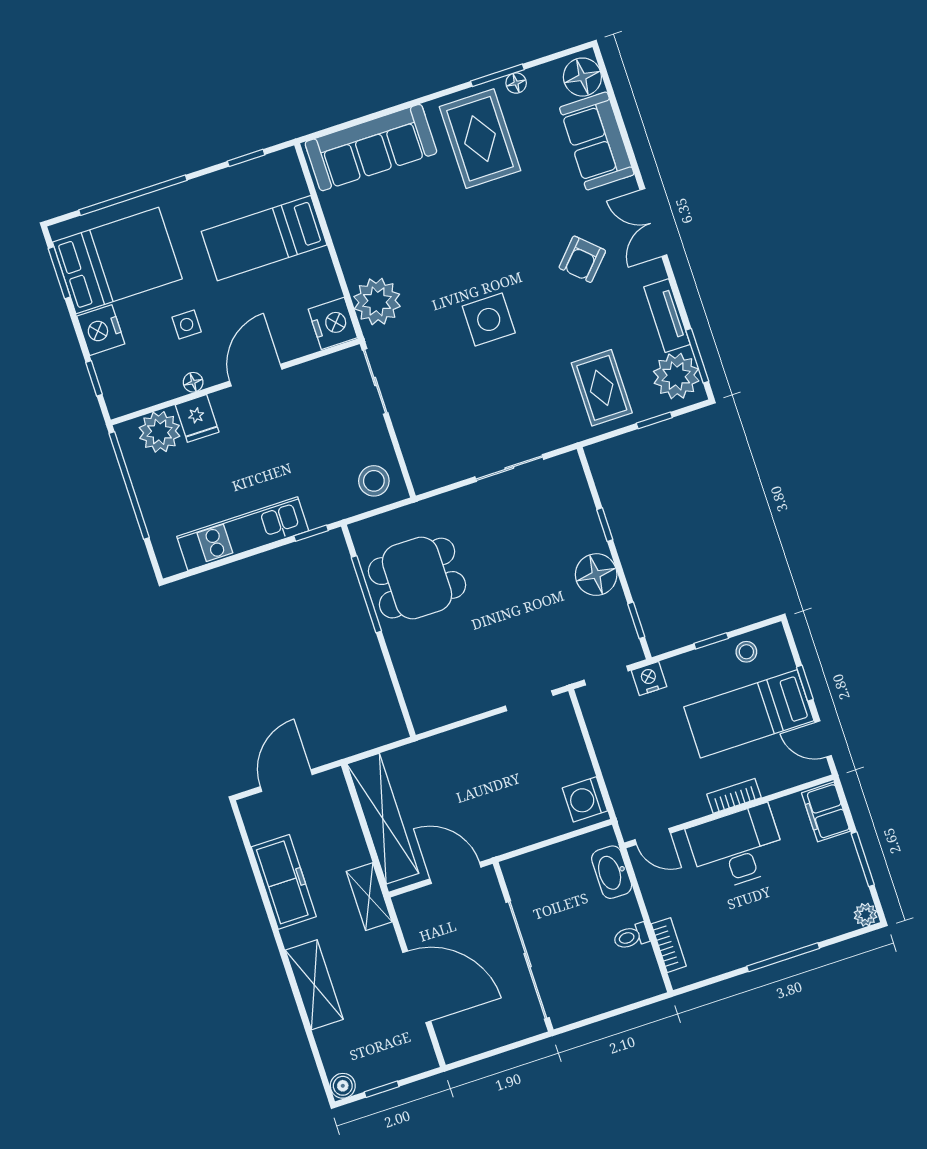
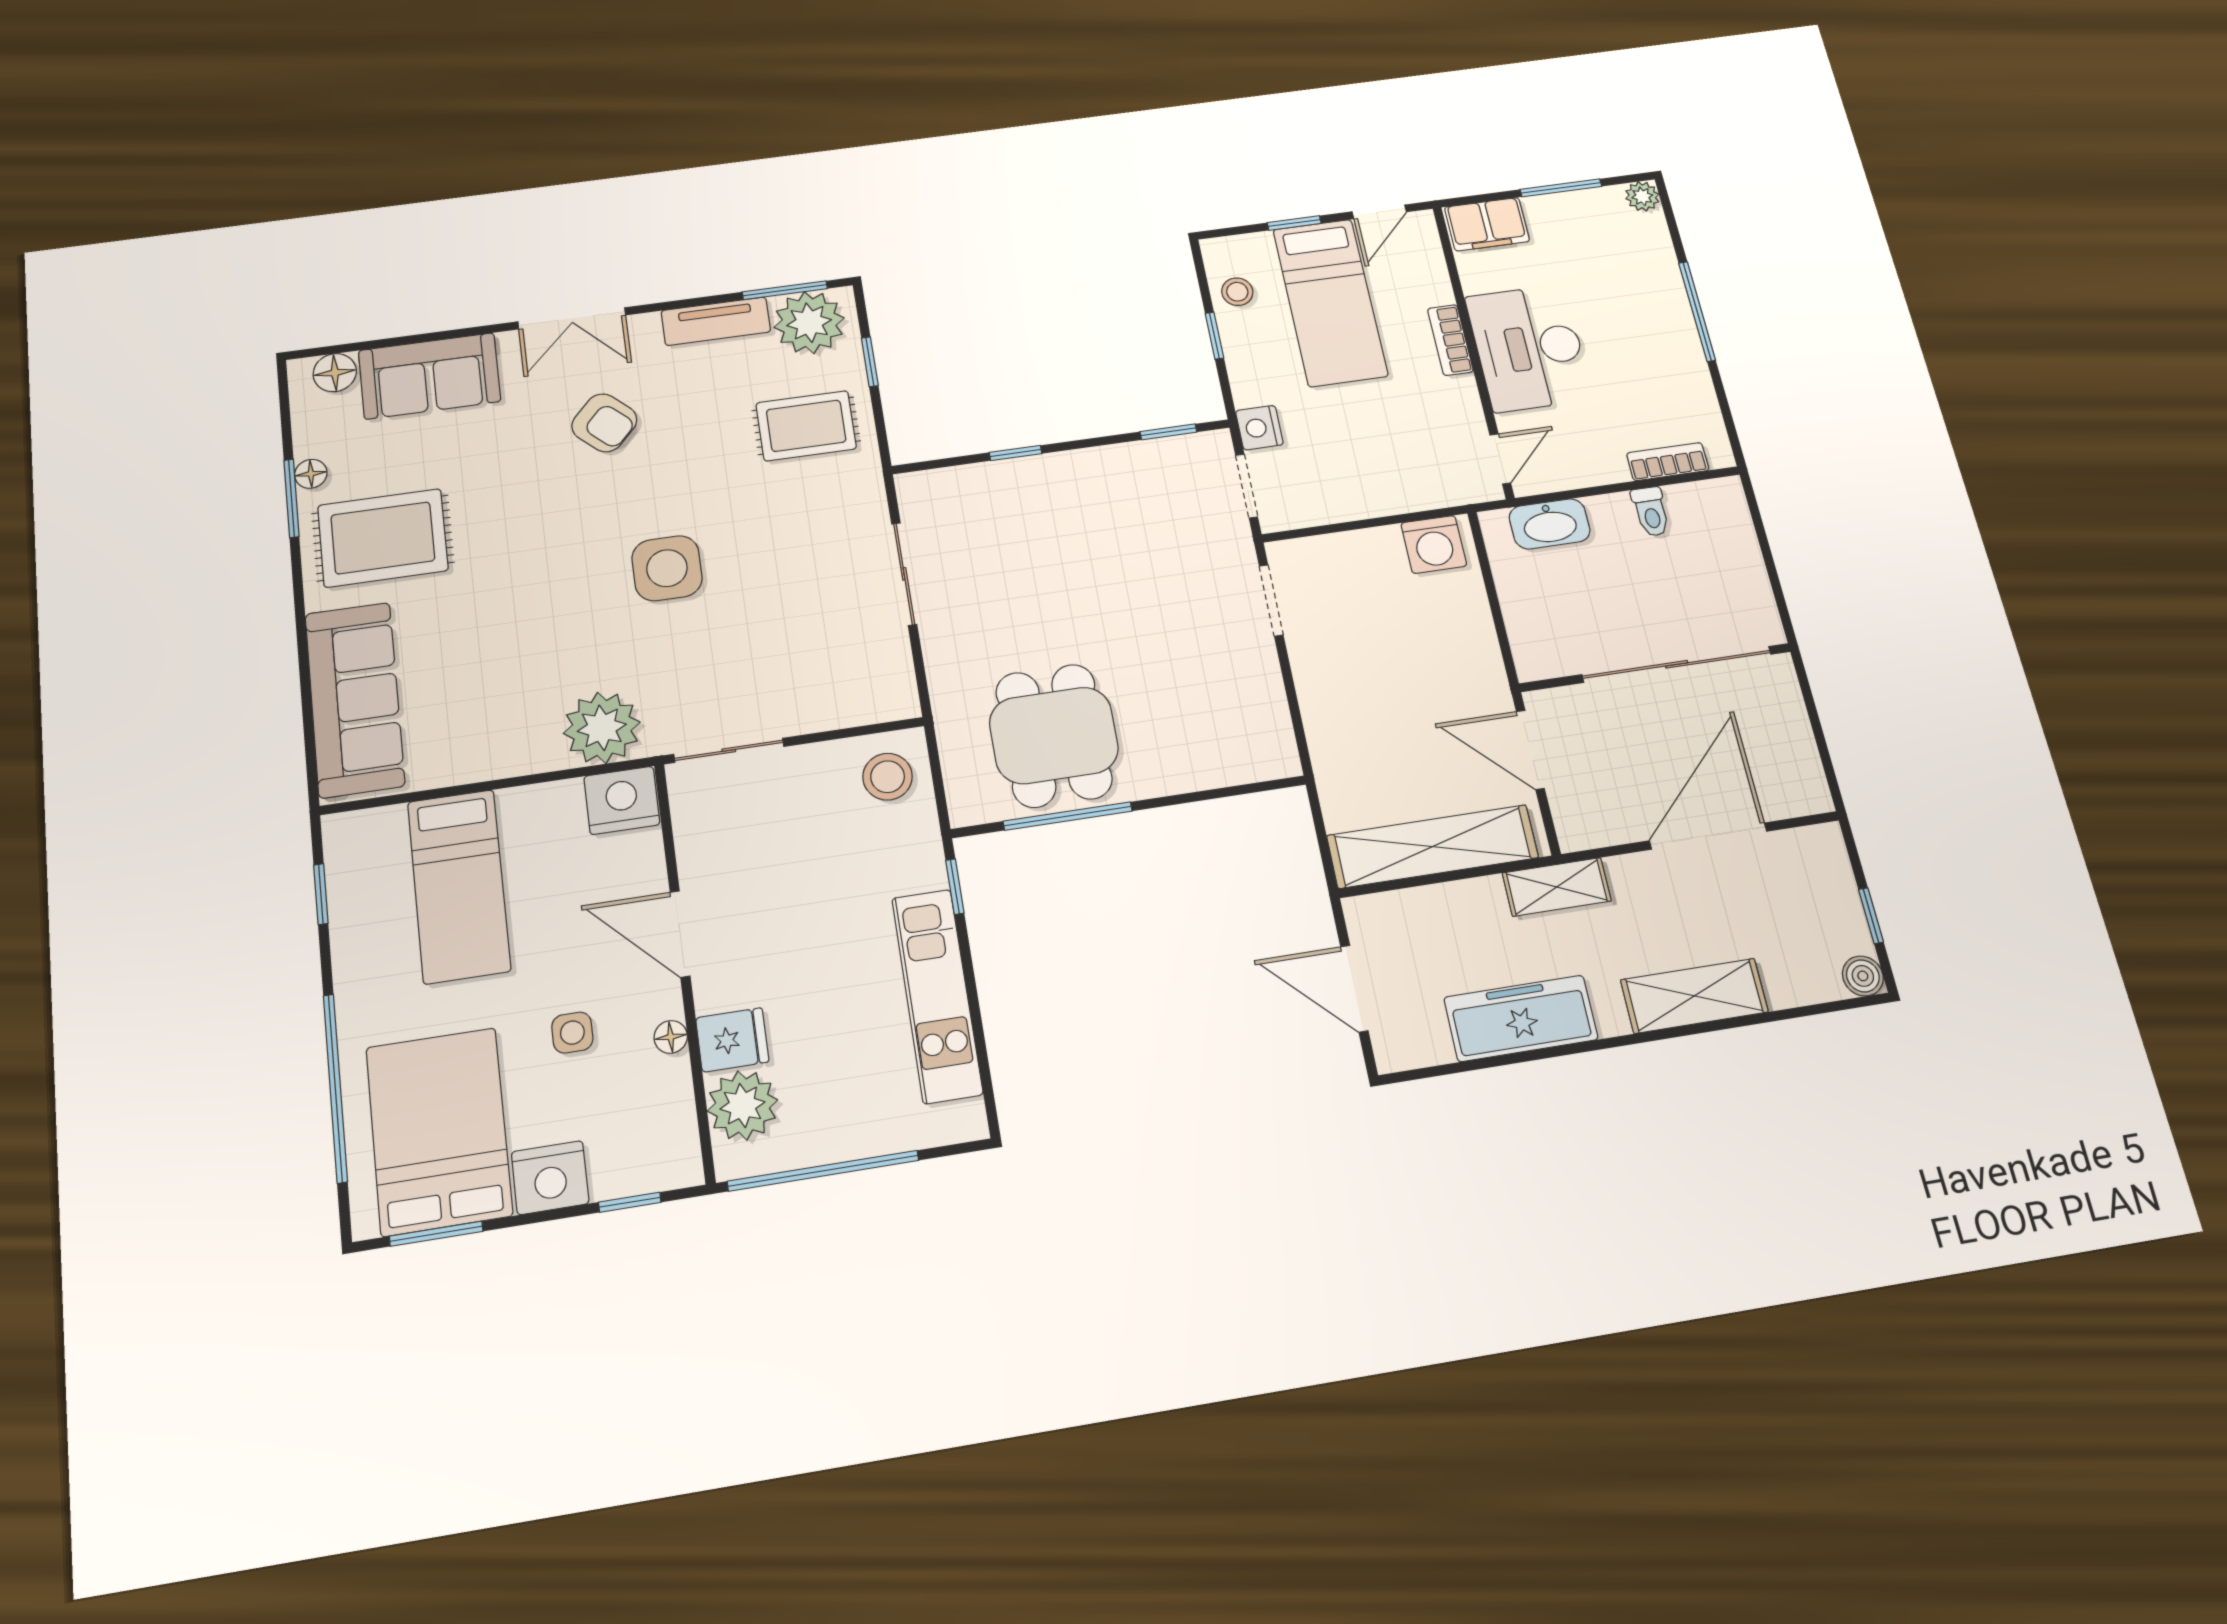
floor lamp: (582, 77) -> (335, 373), width x0.73, depth x0.73
floor lamp: (596, 575) -> (1090, 476), removed
door: (455, 873) -> (1530, 750), hinge flipped

